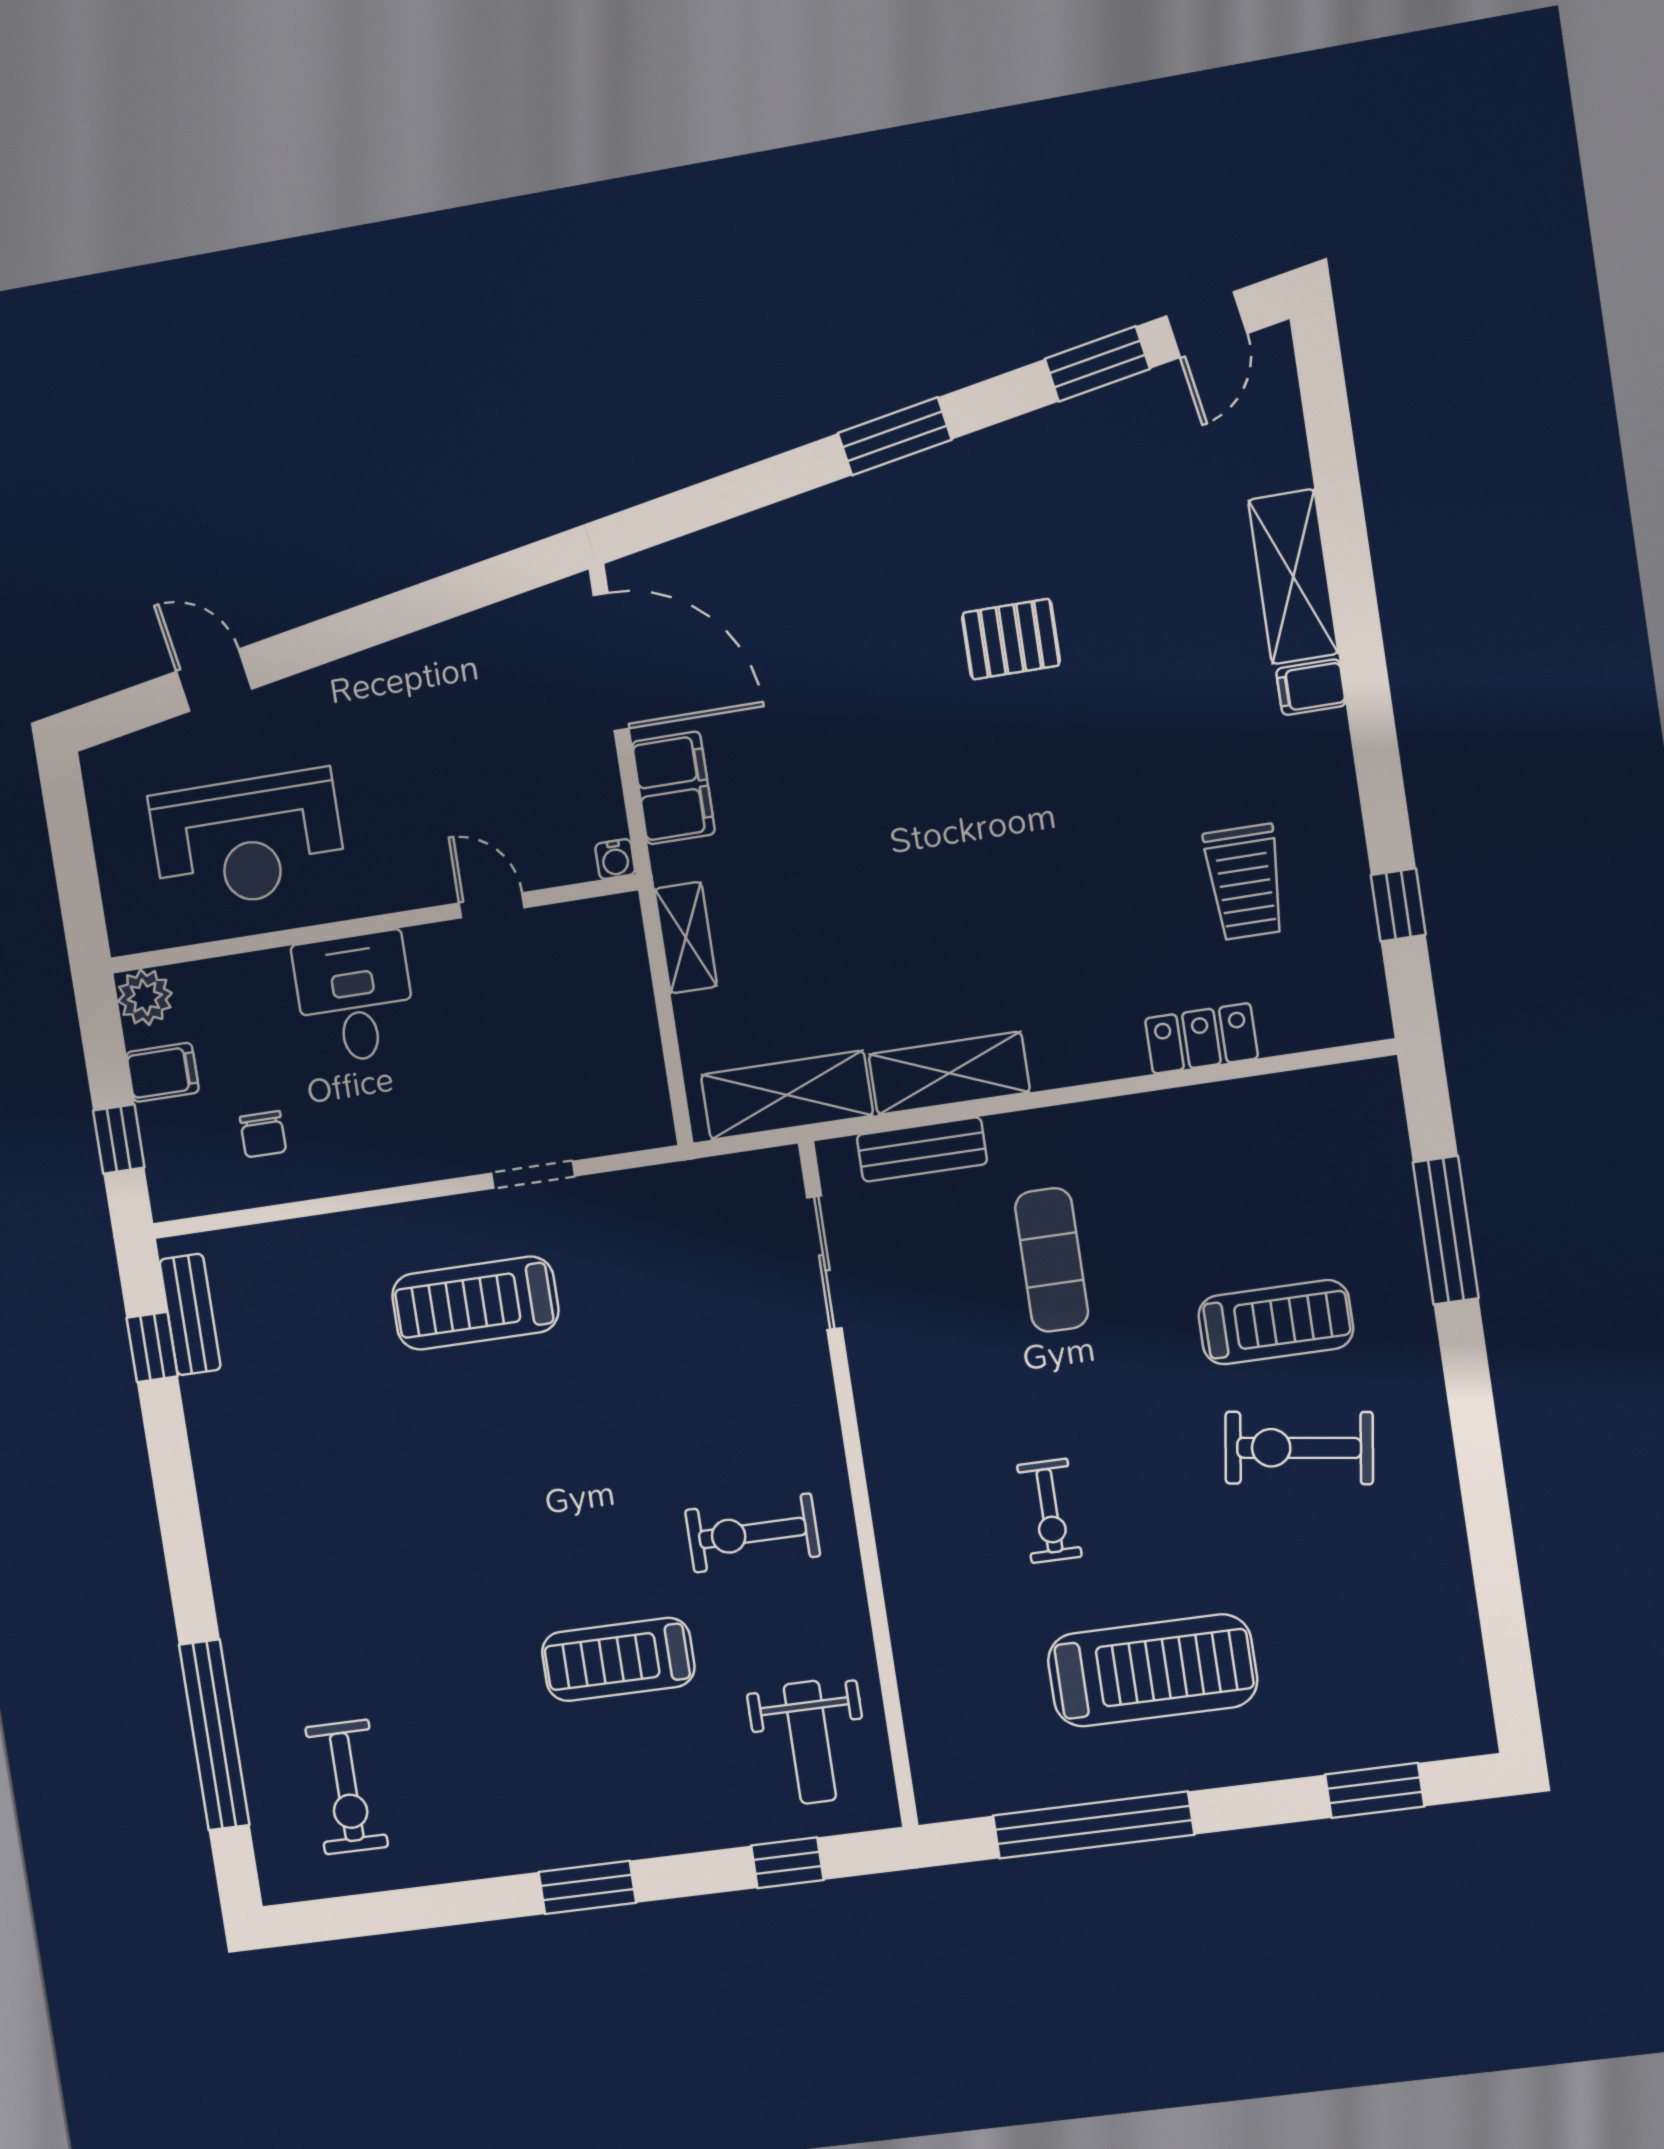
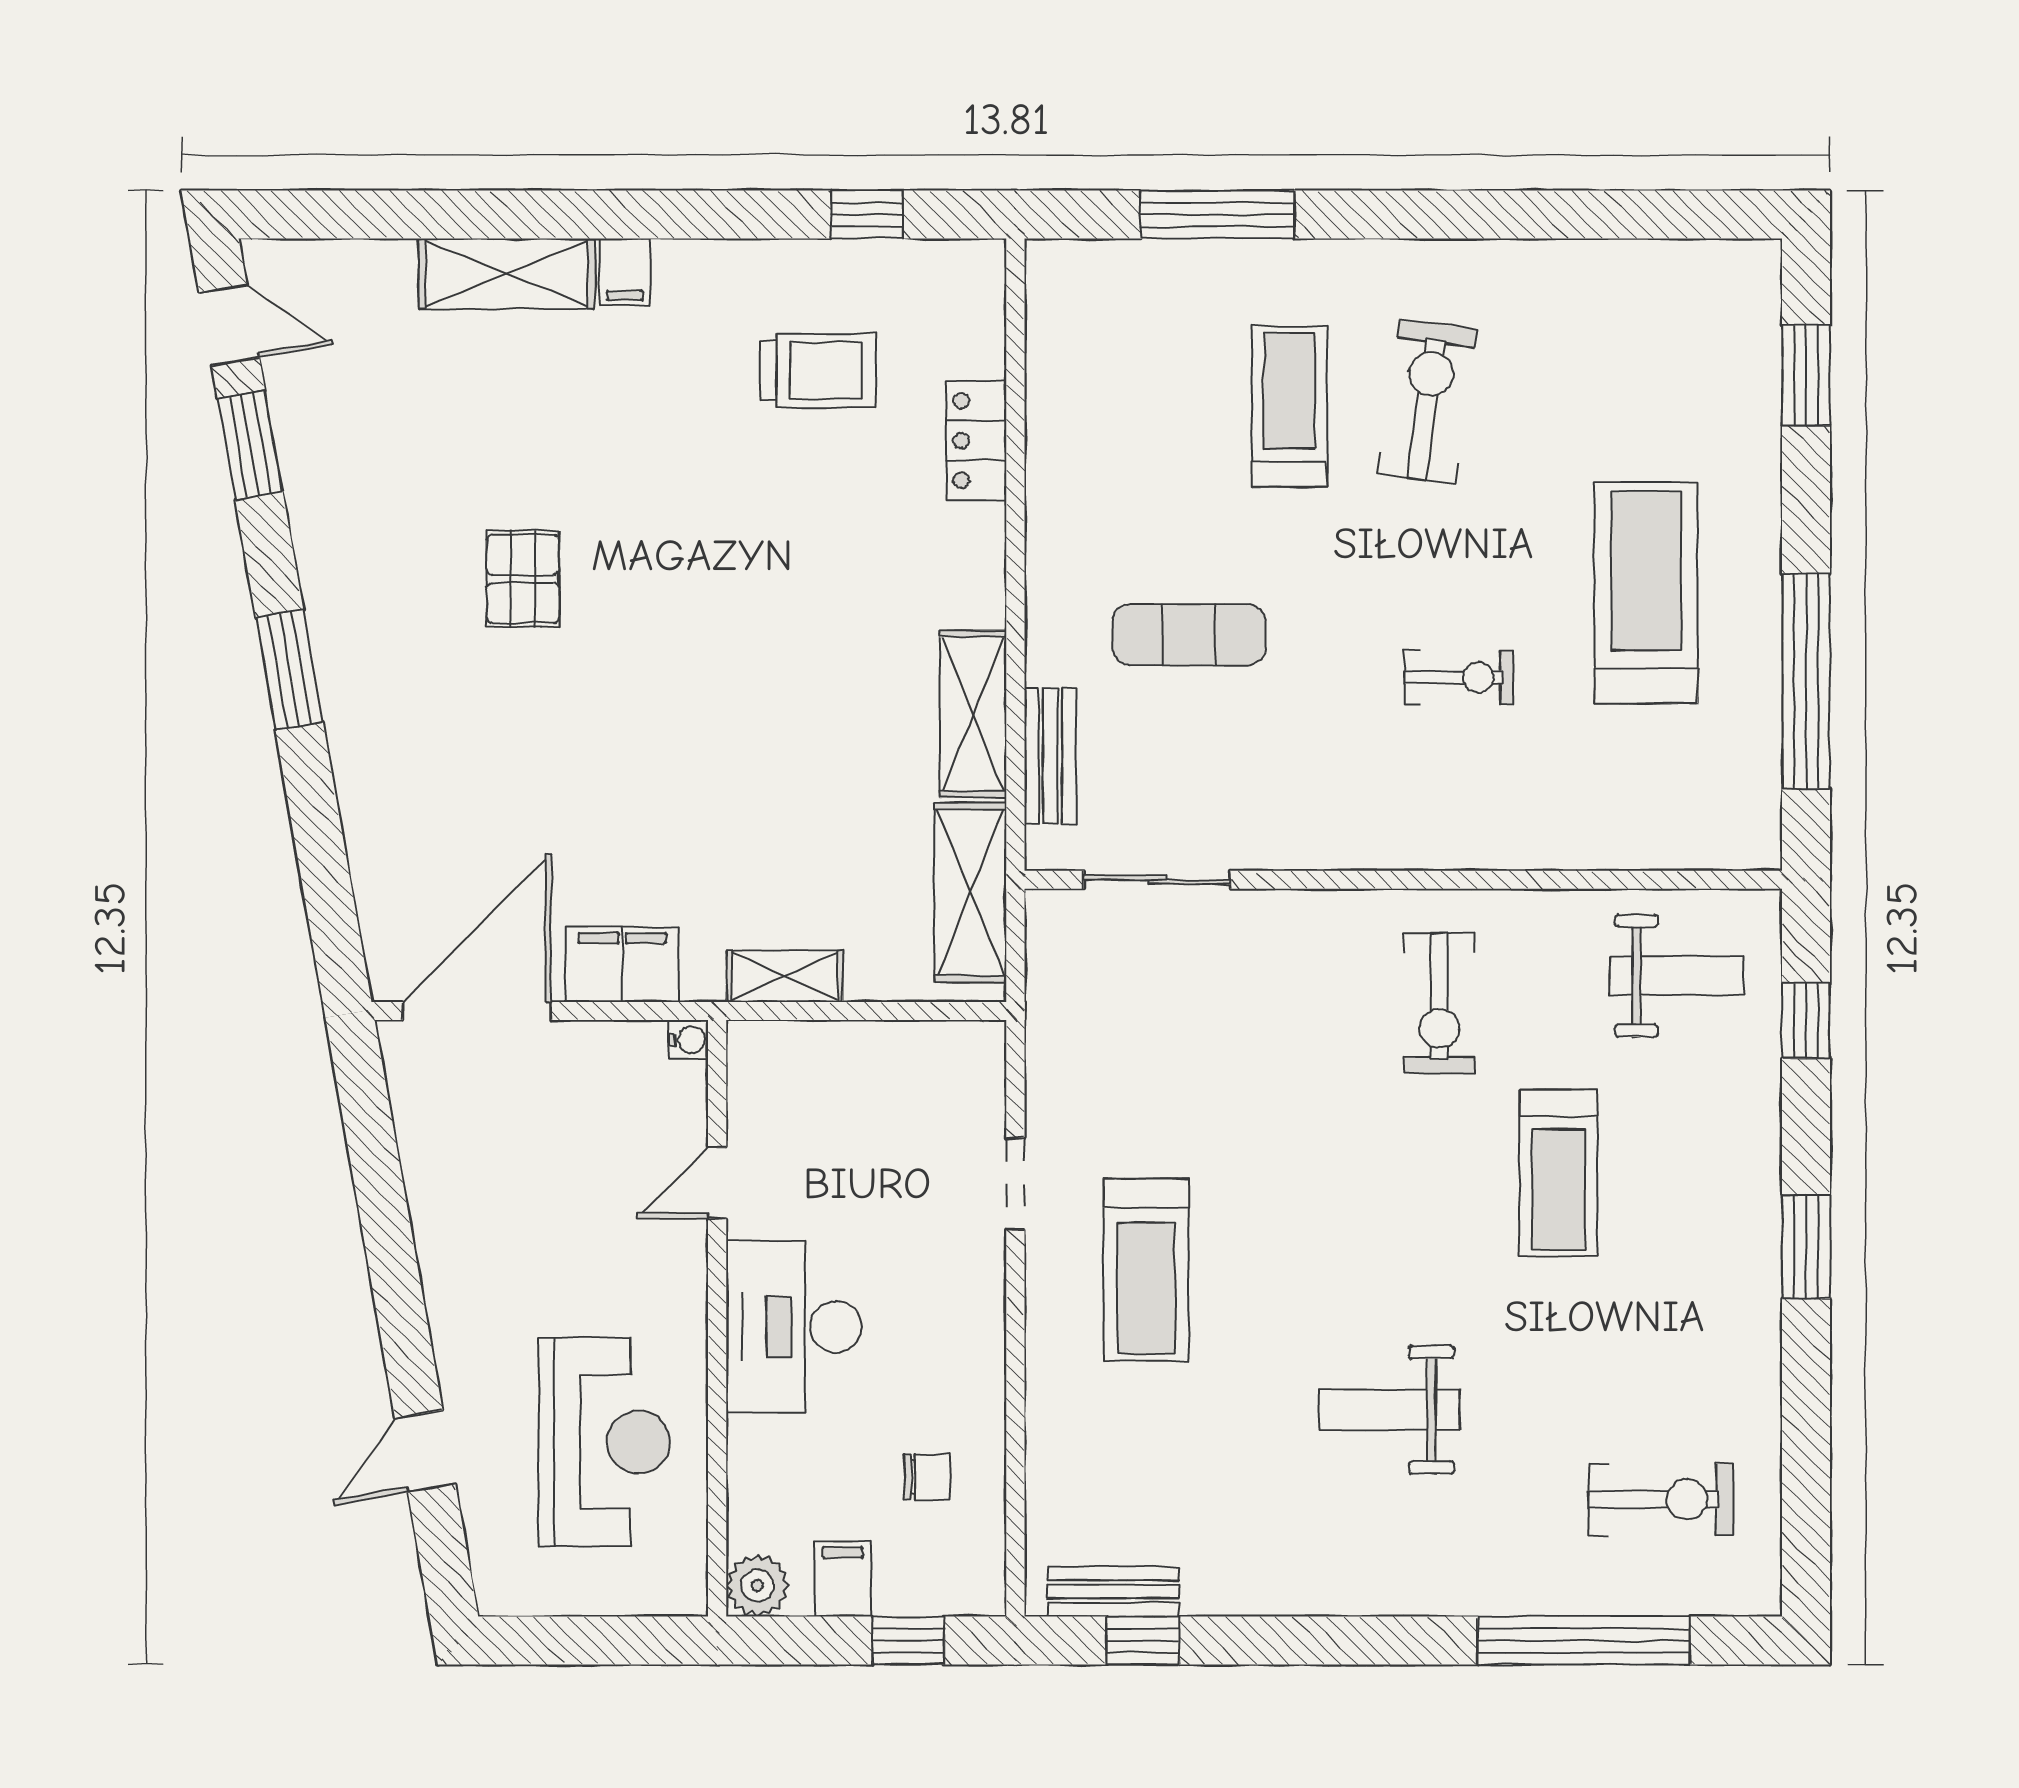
desk: (355, 998) -> (794, 1327), width x1.37
exercise bike: (1299, 1448) -> (1427, 402), turned 180
weight bench: (387, 1537) -> (1389, 1410), added

